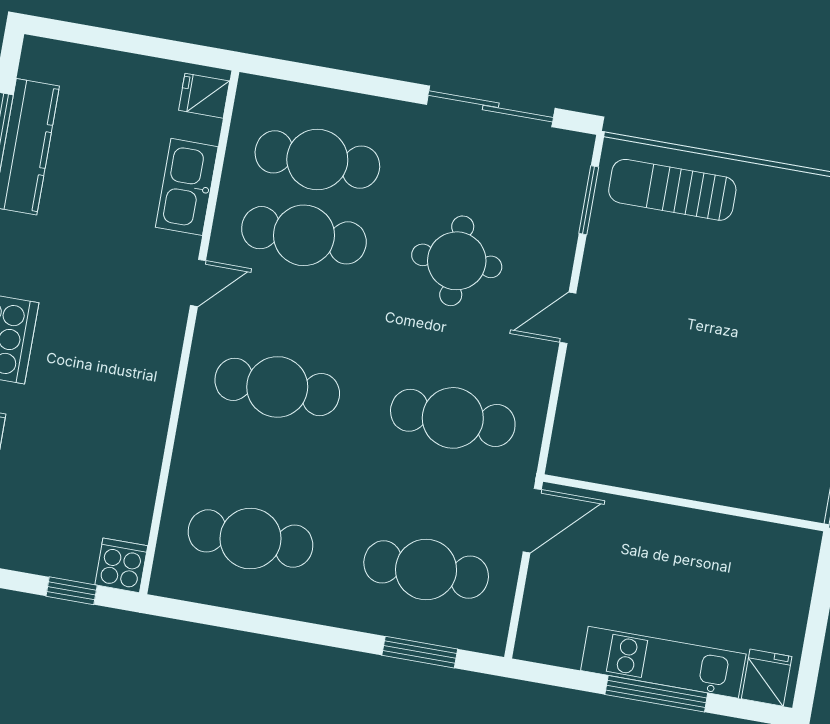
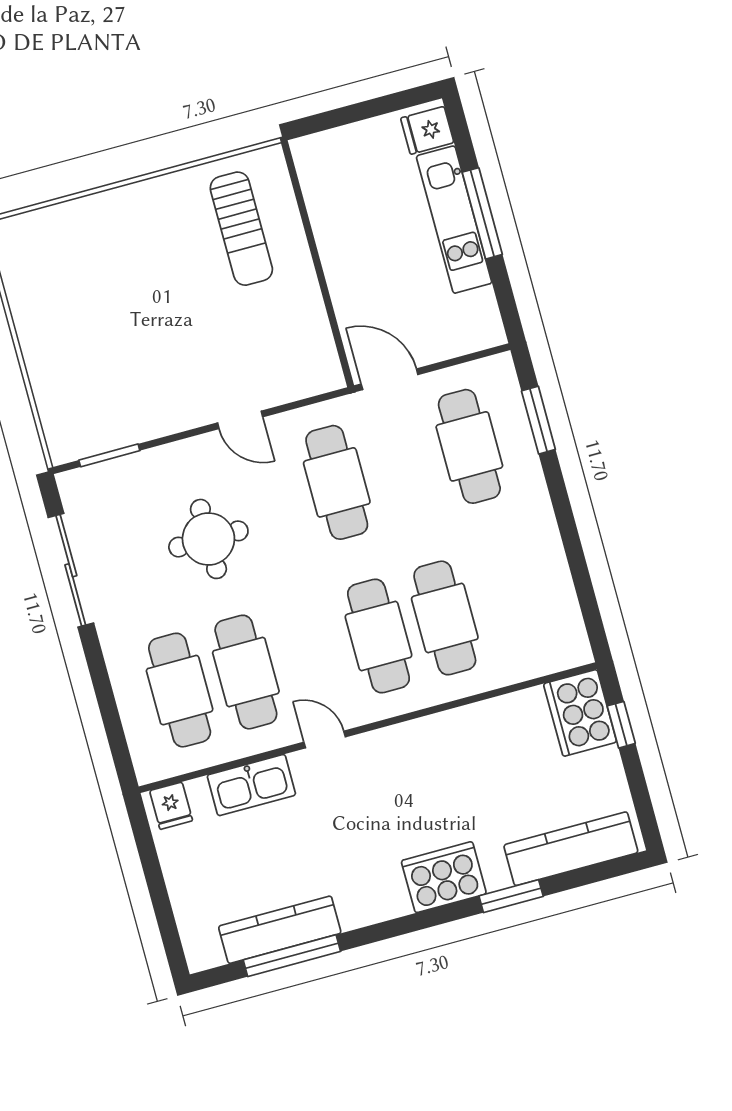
sun lounger: (672, 190) -> (241, 229), moved
door: (568, 318) -> (240, 420), moved
cafe table: (250, 539) -> (445, 618), moved
cooker: (121, 565) -> (580, 713), width x1.87, depth x1.31

